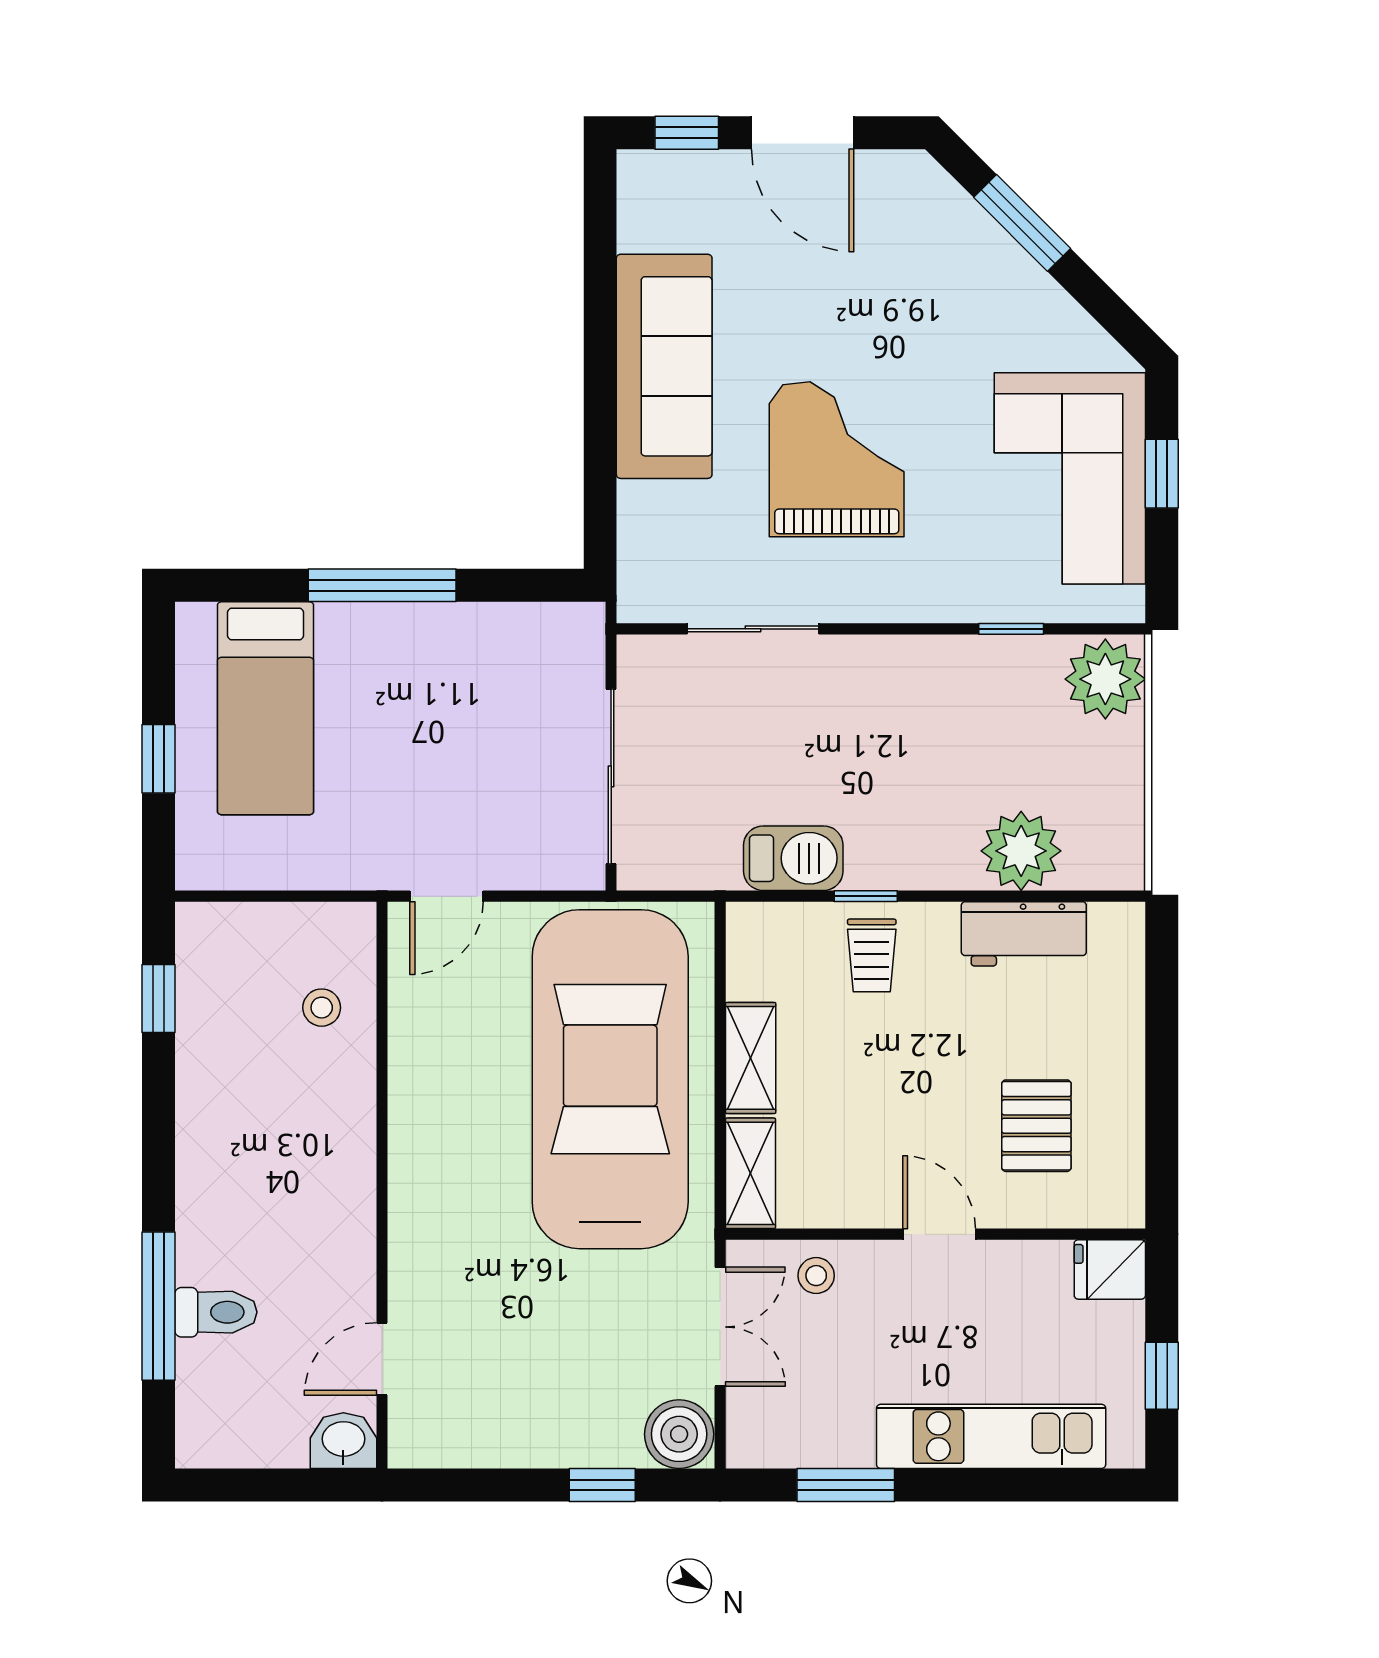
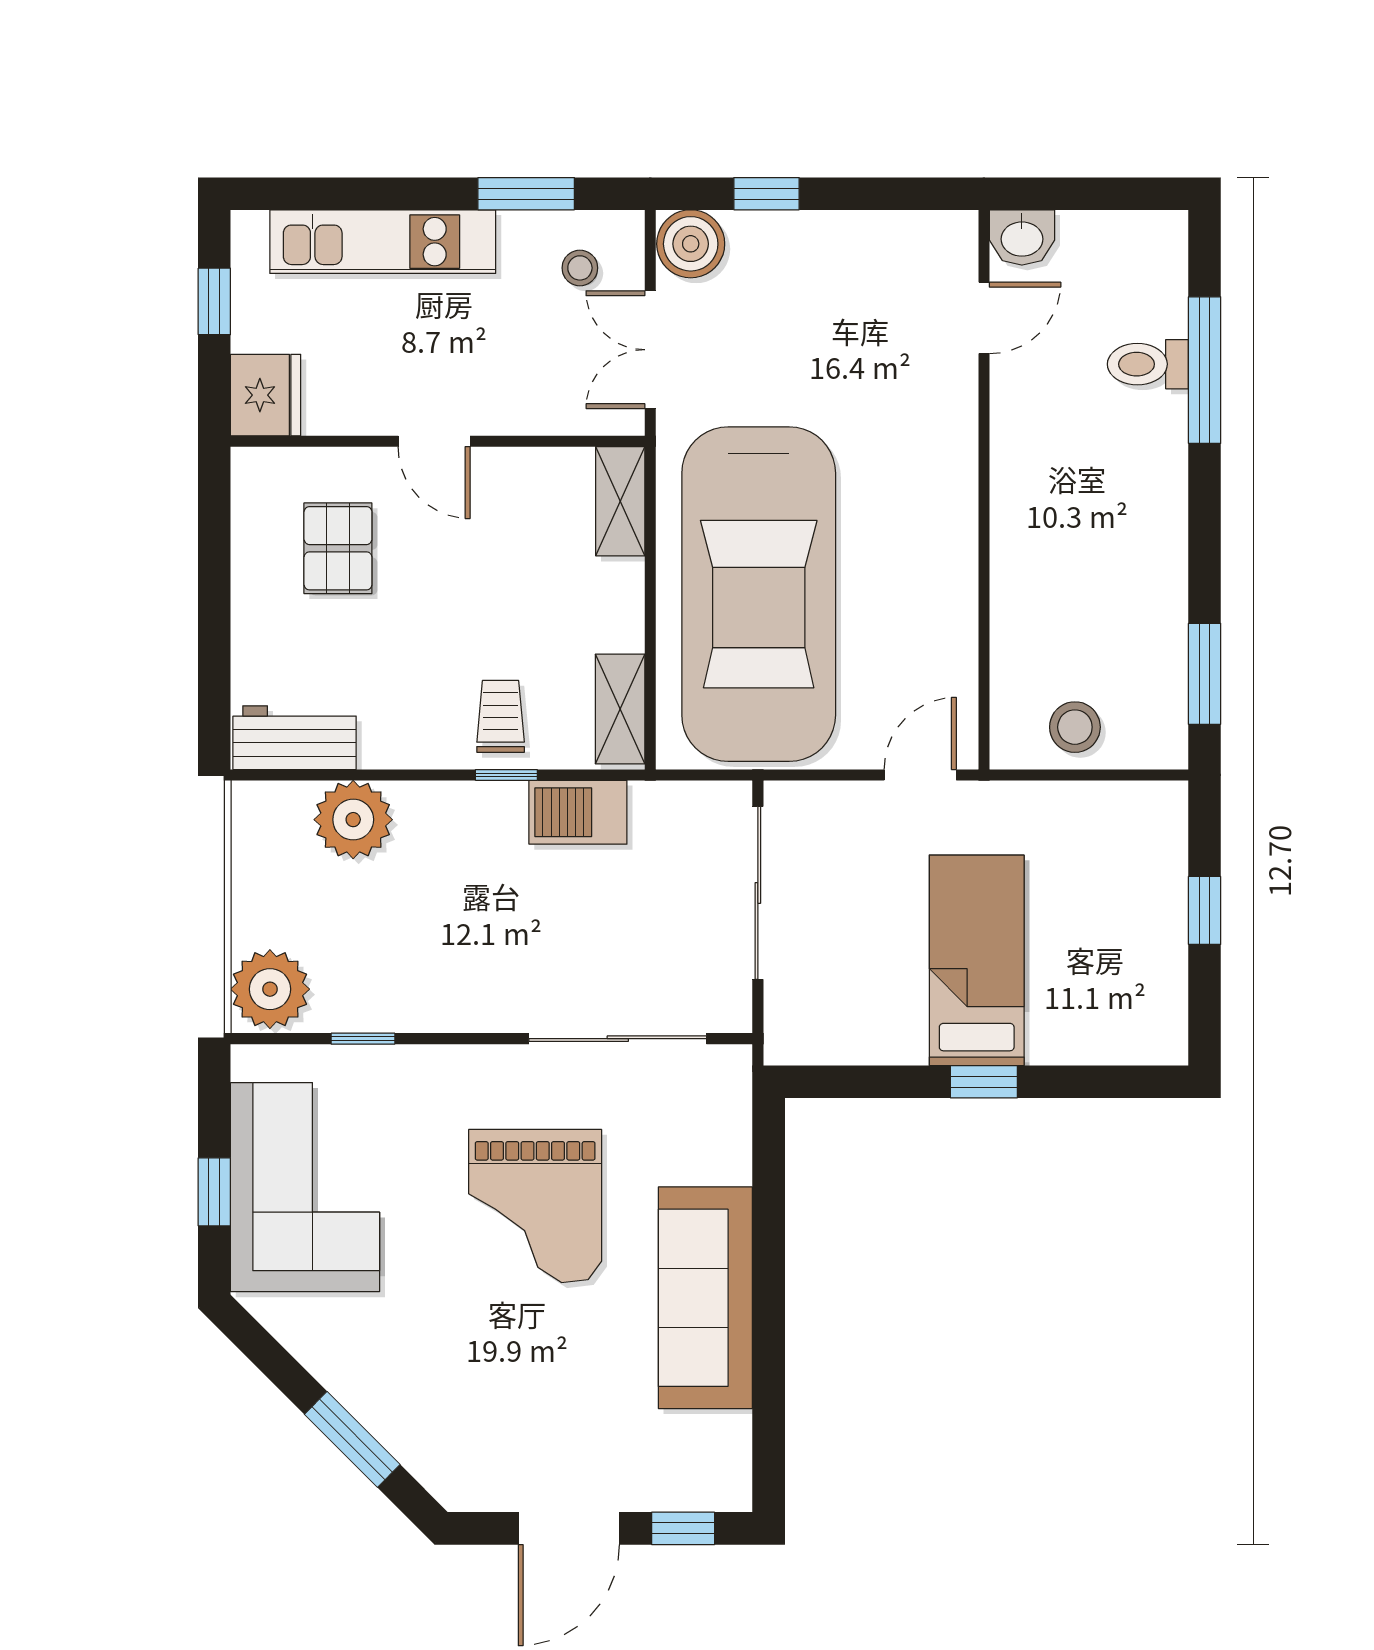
door: (803, 133) -> (569, 1528), swing flipped
window: (382, 585) -> (984, 1082), width x0.46
sliding door: (753, 629) -> (618, 1039), width x1.37
bed: (265, 708) -> (977, 960), moved
workbench: (1024, 934) -> (295, 738), moved
window: (158, 998) -> (1205, 674), width x1.50
stool: (322, 1008) -> (1075, 727), moved, width x1.37, depth x1.37
shelving: (751, 1058) -> (620, 709), moved
fridge: (1110, 1269) -> (266, 395), width x1.38
stool: (816, 1276) -> (580, 268), moved

